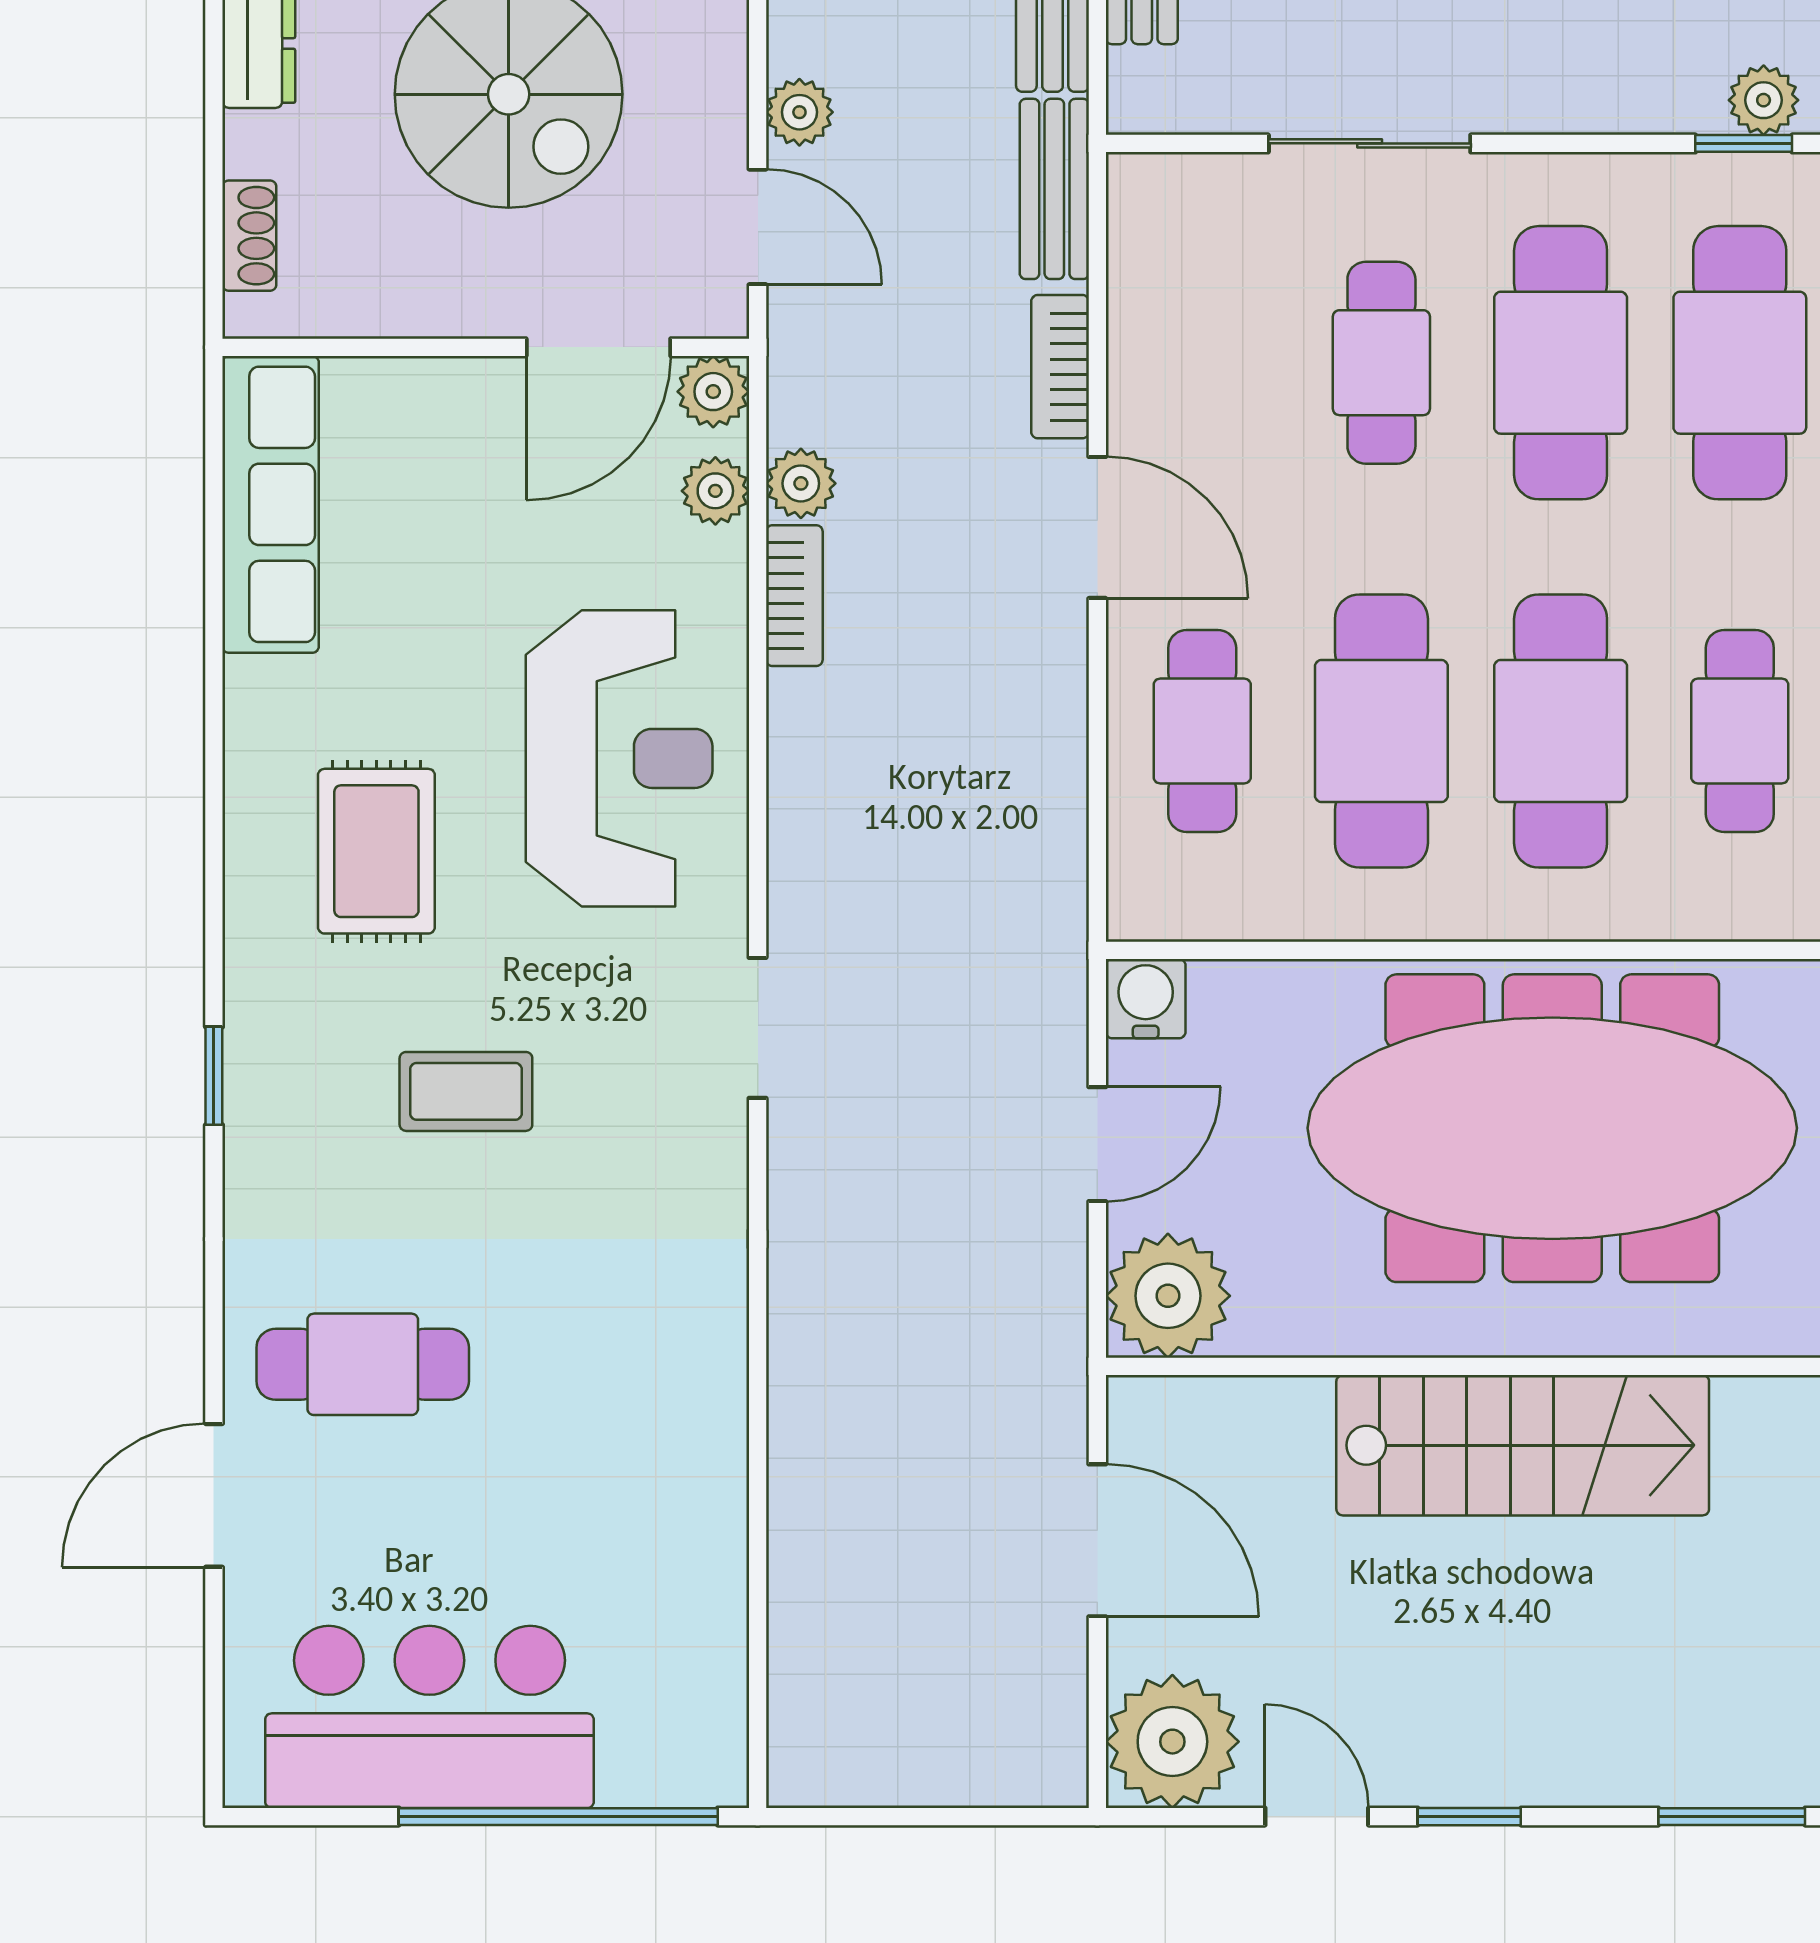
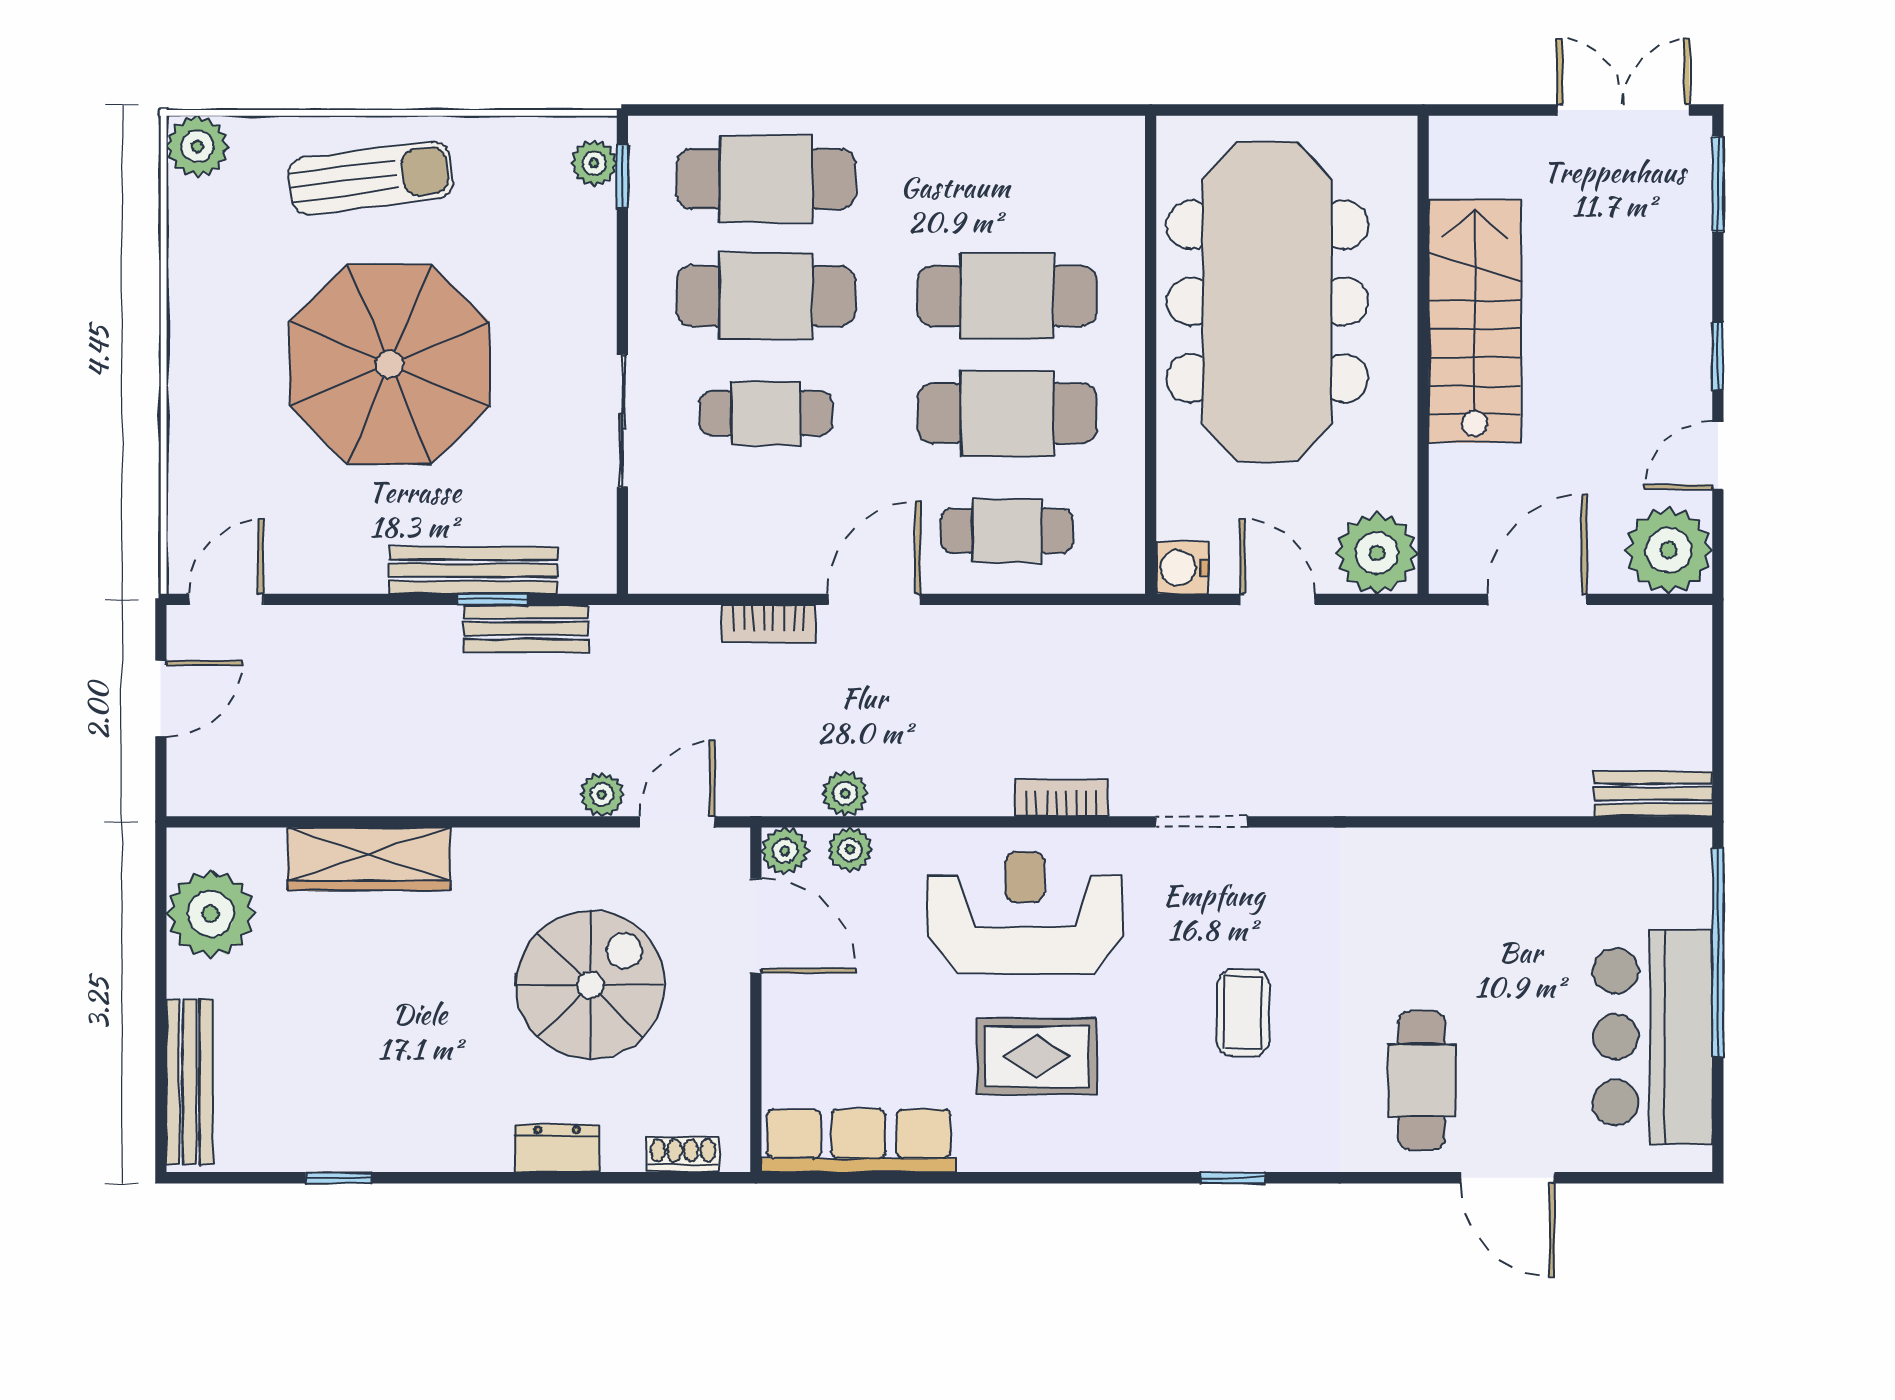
bench: (1054, 189) -> (1653, 794), moved
bookcase: (794, 596) -> (1062, 798), moved
cafe table: (1740, 731) -> (1007, 179), removed
rug: (376, 851) -> (1037, 1056), moved

